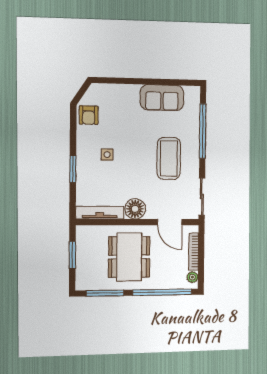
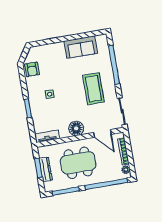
tv unit: (100, 213) -> (47, 136), width x0.71
dining table: (129, 257) -> (78, 163), turned 90
dresser: (82, 259) -> (46, 169), added

